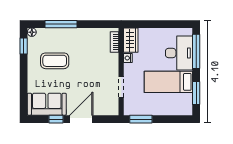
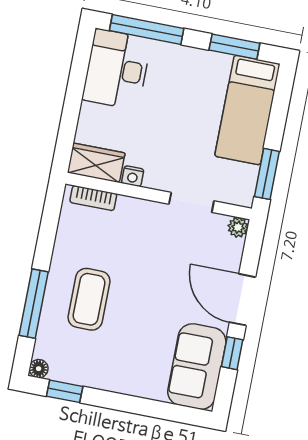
desk: (179, 53) -> (117, 69), moved, turned -90
coffee table: (55, 61) -> (89, 299), moved
bed: (168, 82) -> (247, 110), moved
plant: (114, 111) -> (238, 227), added

